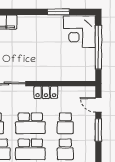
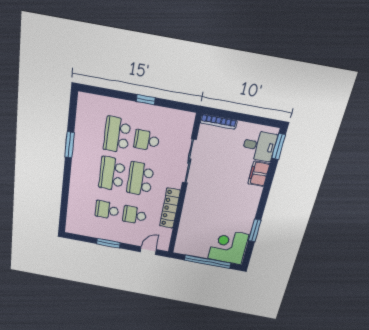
locker: (46, 92) -> (170, 208), width x1.53
window: (98, 130) -> (108, 243), moved

